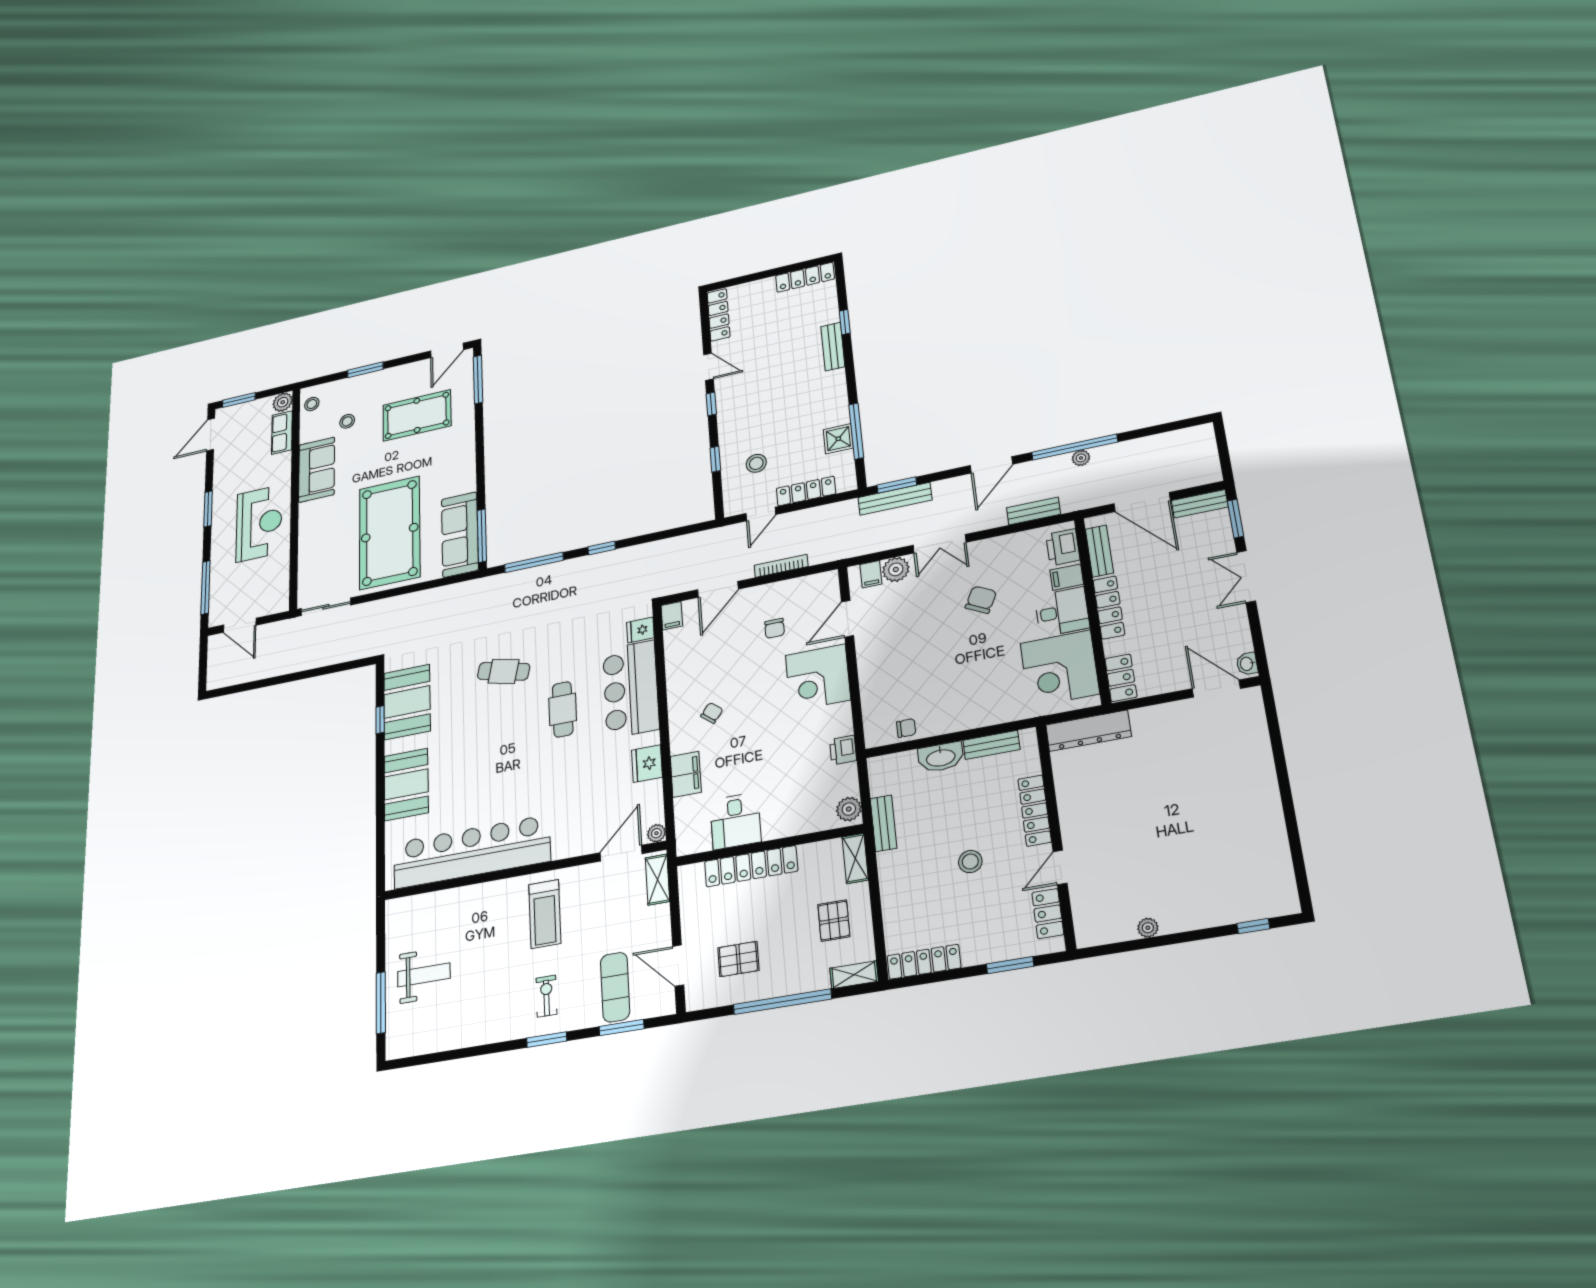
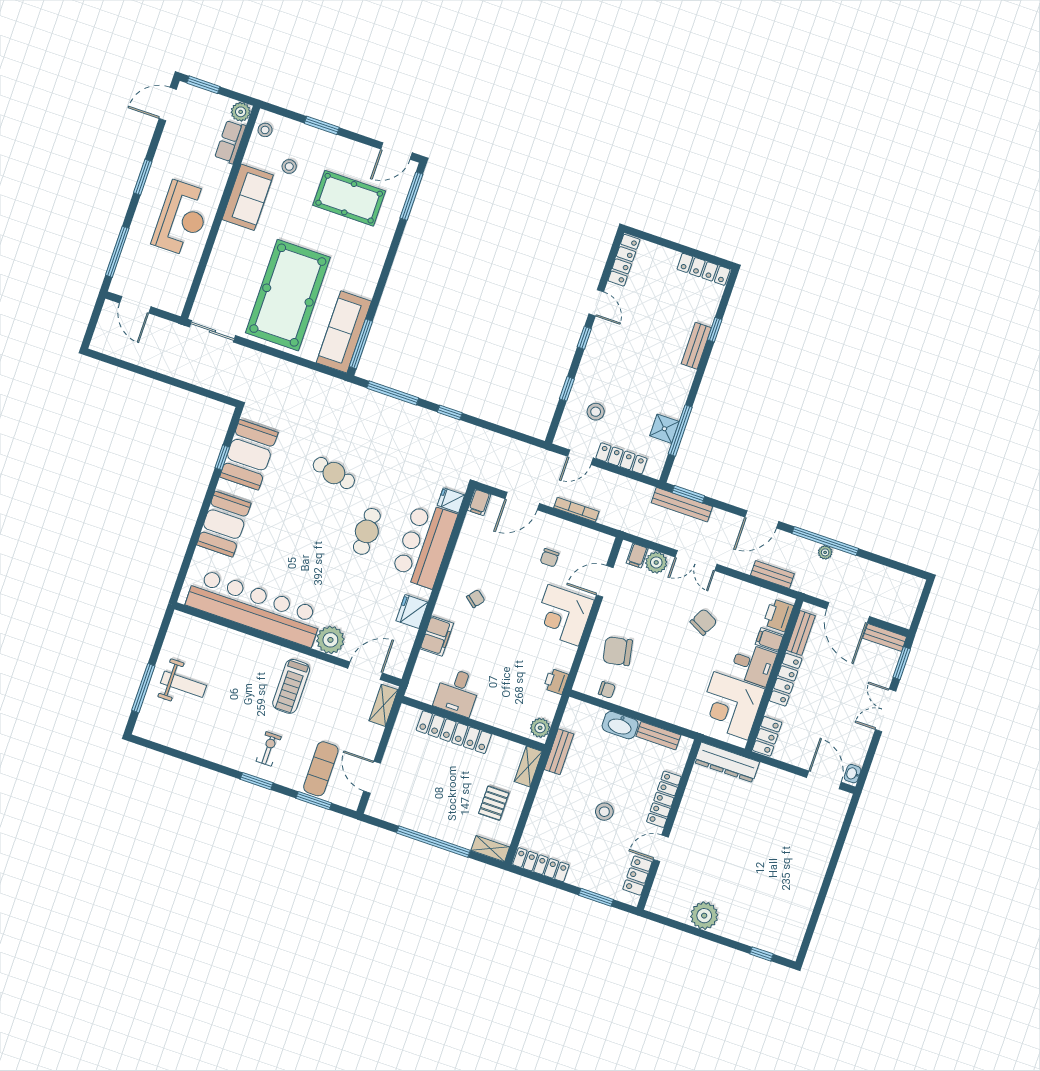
chair: (898, 681) -> (618, 651), added
plant: (656, 833) -> (330, 640), moved, width x1.87, depth x1.87
plant: (1148, 928) -> (704, 916), width x1.88, depth x1.88
pallet: (738, 959) -> (416, 795), removed

